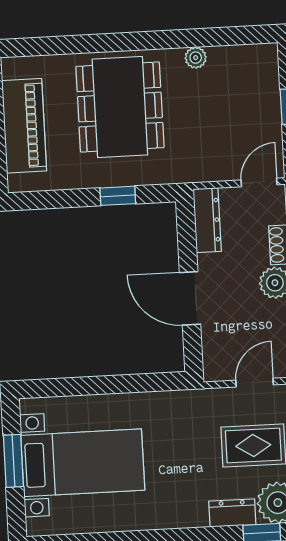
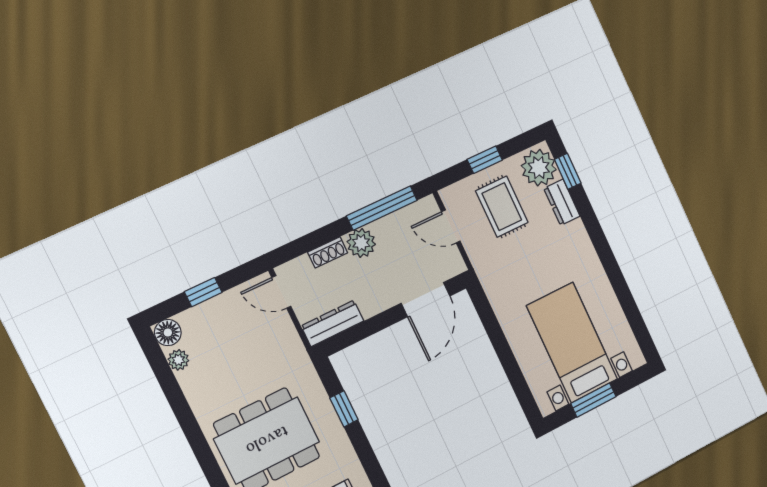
floor lamp: (265, 57) -> (168, 333), added
plant: (196, 58) -> (178, 360), moved
door: (190, 298) -> (426, 300), moved

